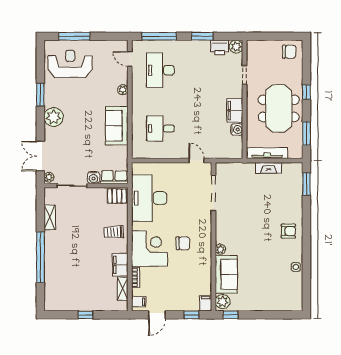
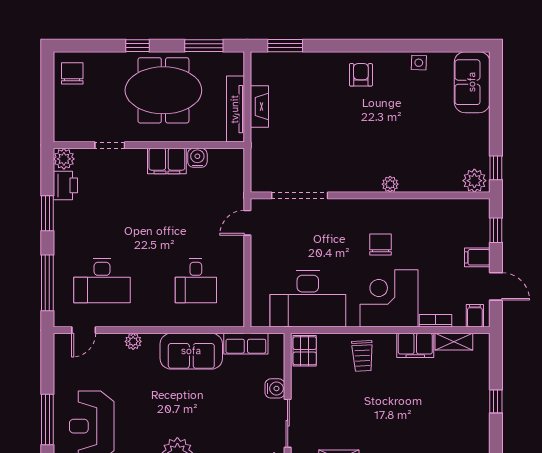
row of seats: (114, 177) -> (246, 344), moved, turned -90
sofa: (226, 274) -> (472, 82), moved, turned -90
filing cabinet: (206, 303) -> (477, 257), moved

